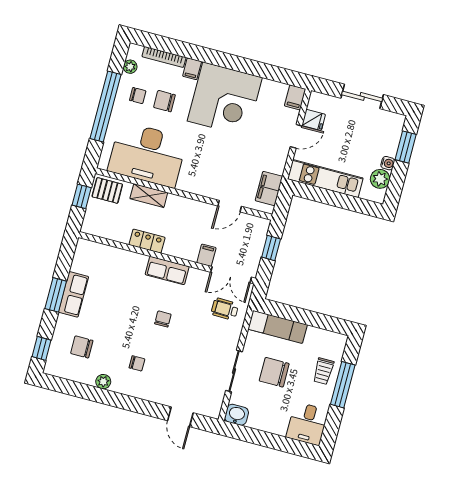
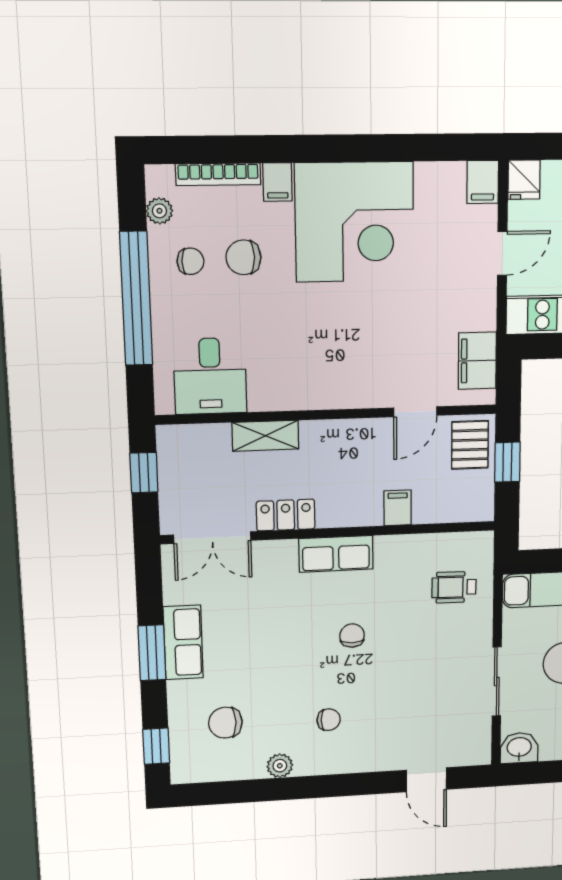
fridge: (314, 120) -> (524, 180), moved, turned 90
desk: (147, 155) -> (210, 376), width x0.53, depth x0.77
pallet: (107, 190) -> (470, 445), moved, turned 90
double door: (231, 275) -> (212, 538), moved

